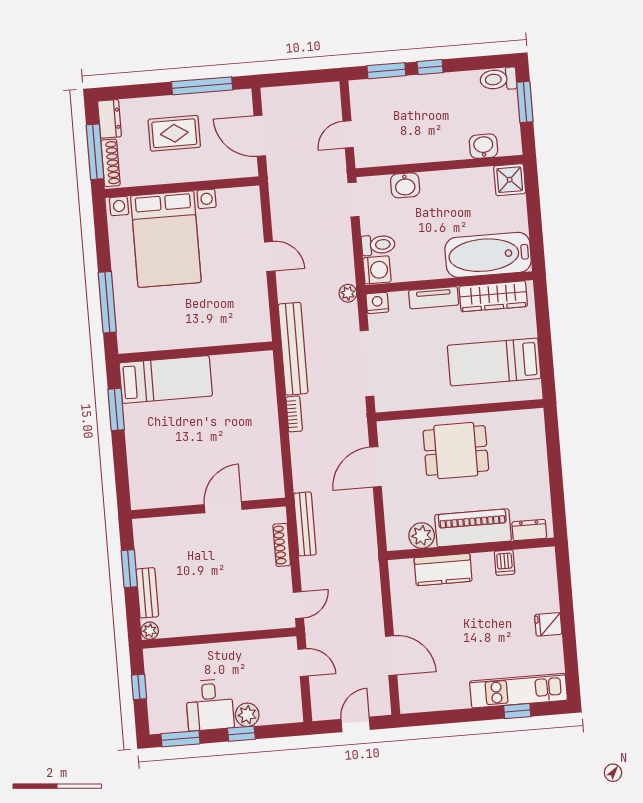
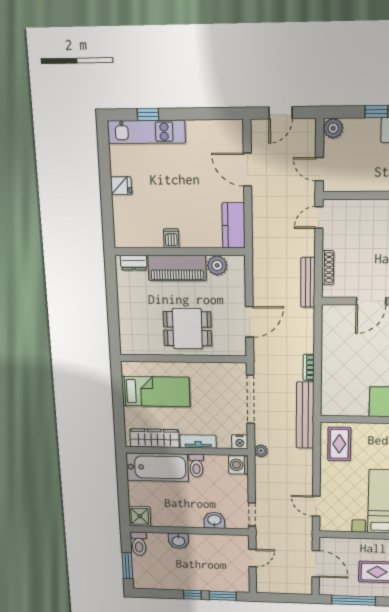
toilet: (498, 79) -> (139, 544), moved, turned 90
washbasin: (483, 146) -> (178, 541), moved
toilet: (378, 245) -> (196, 466), moved, turned -90
door: (270, 256) -> (316, 506), moved
rug: (244, 314) -> (339, 444), added
dishwasher: (505, 563) -> (171, 238), moved
kitchen counter: (443, 570) -> (234, 226), moved, turned -90
plant: (247, 715) -> (333, 128), moved

